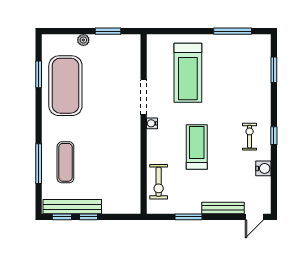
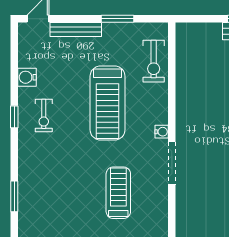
treadmill: (188, 73) -> (118, 193), width x0.73, depth x0.73
treadmill: (197, 147) -> (108, 103), width x1.37, depth x1.38
exercise bike: (159, 182) -> (154, 61), turned 180

